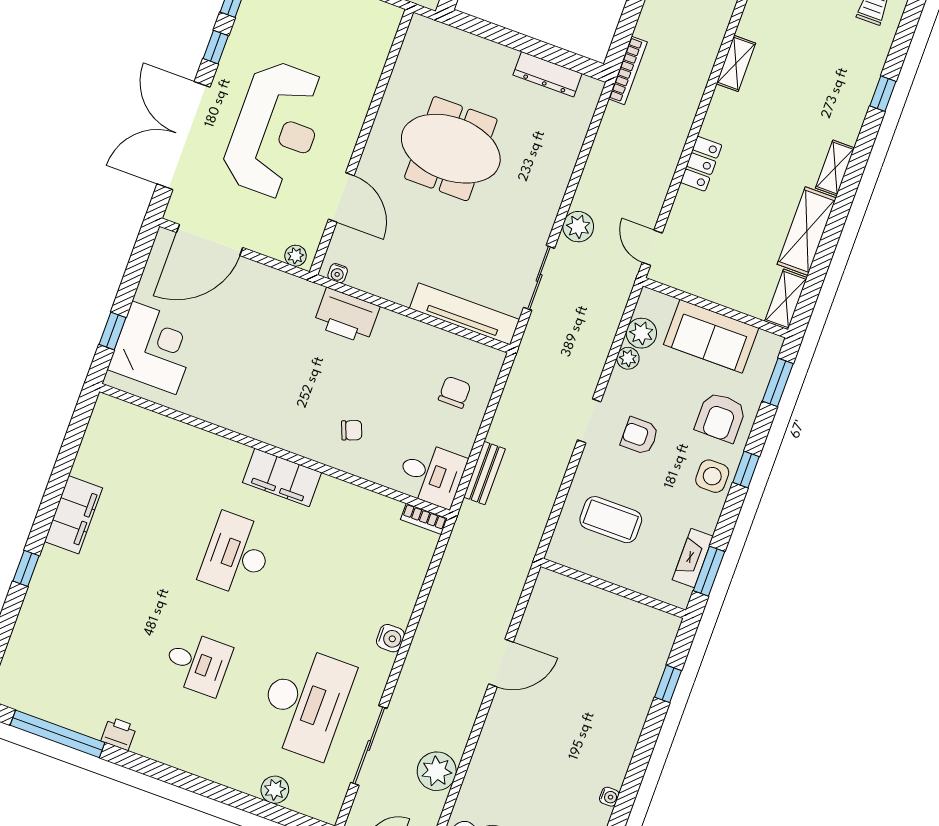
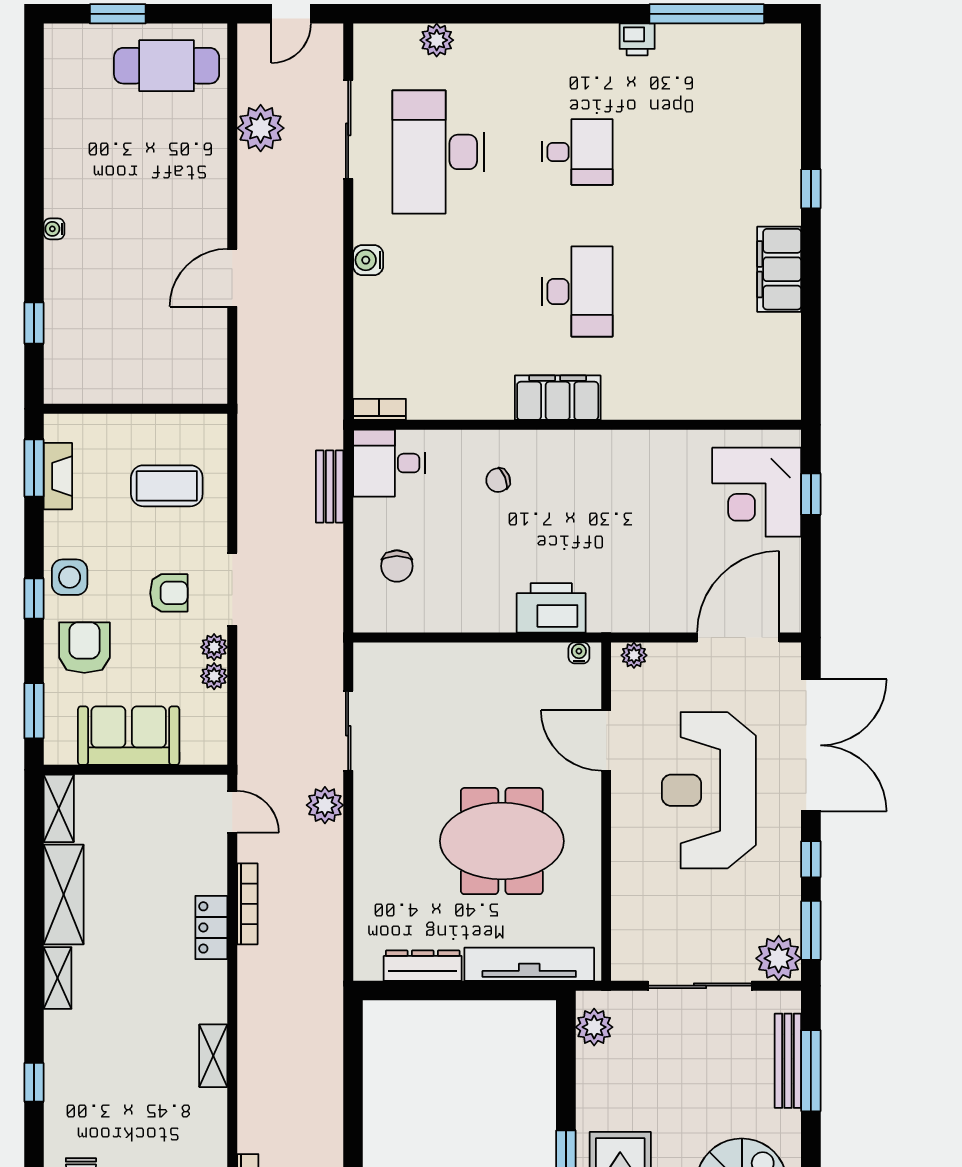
bookcase: (628, 70) -> (247, 904), moved, turned 180
tv unit: (464, 314) -> (529, 964), moved, turned 180
plant: (641, 333) -> (214, 647), moved, width x0.73, depth x0.73
doorway: (589, 421) -> (232, 589), width x1.38
desk: (197, 663) -> (577, 152), turned 180
water cooler: (609, 797) -> (54, 229), moved

